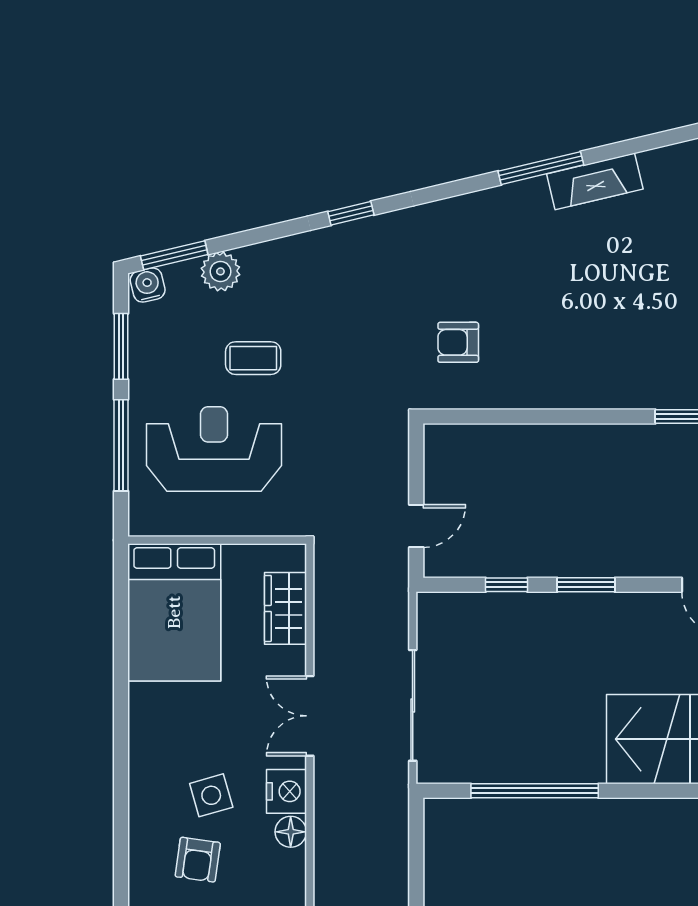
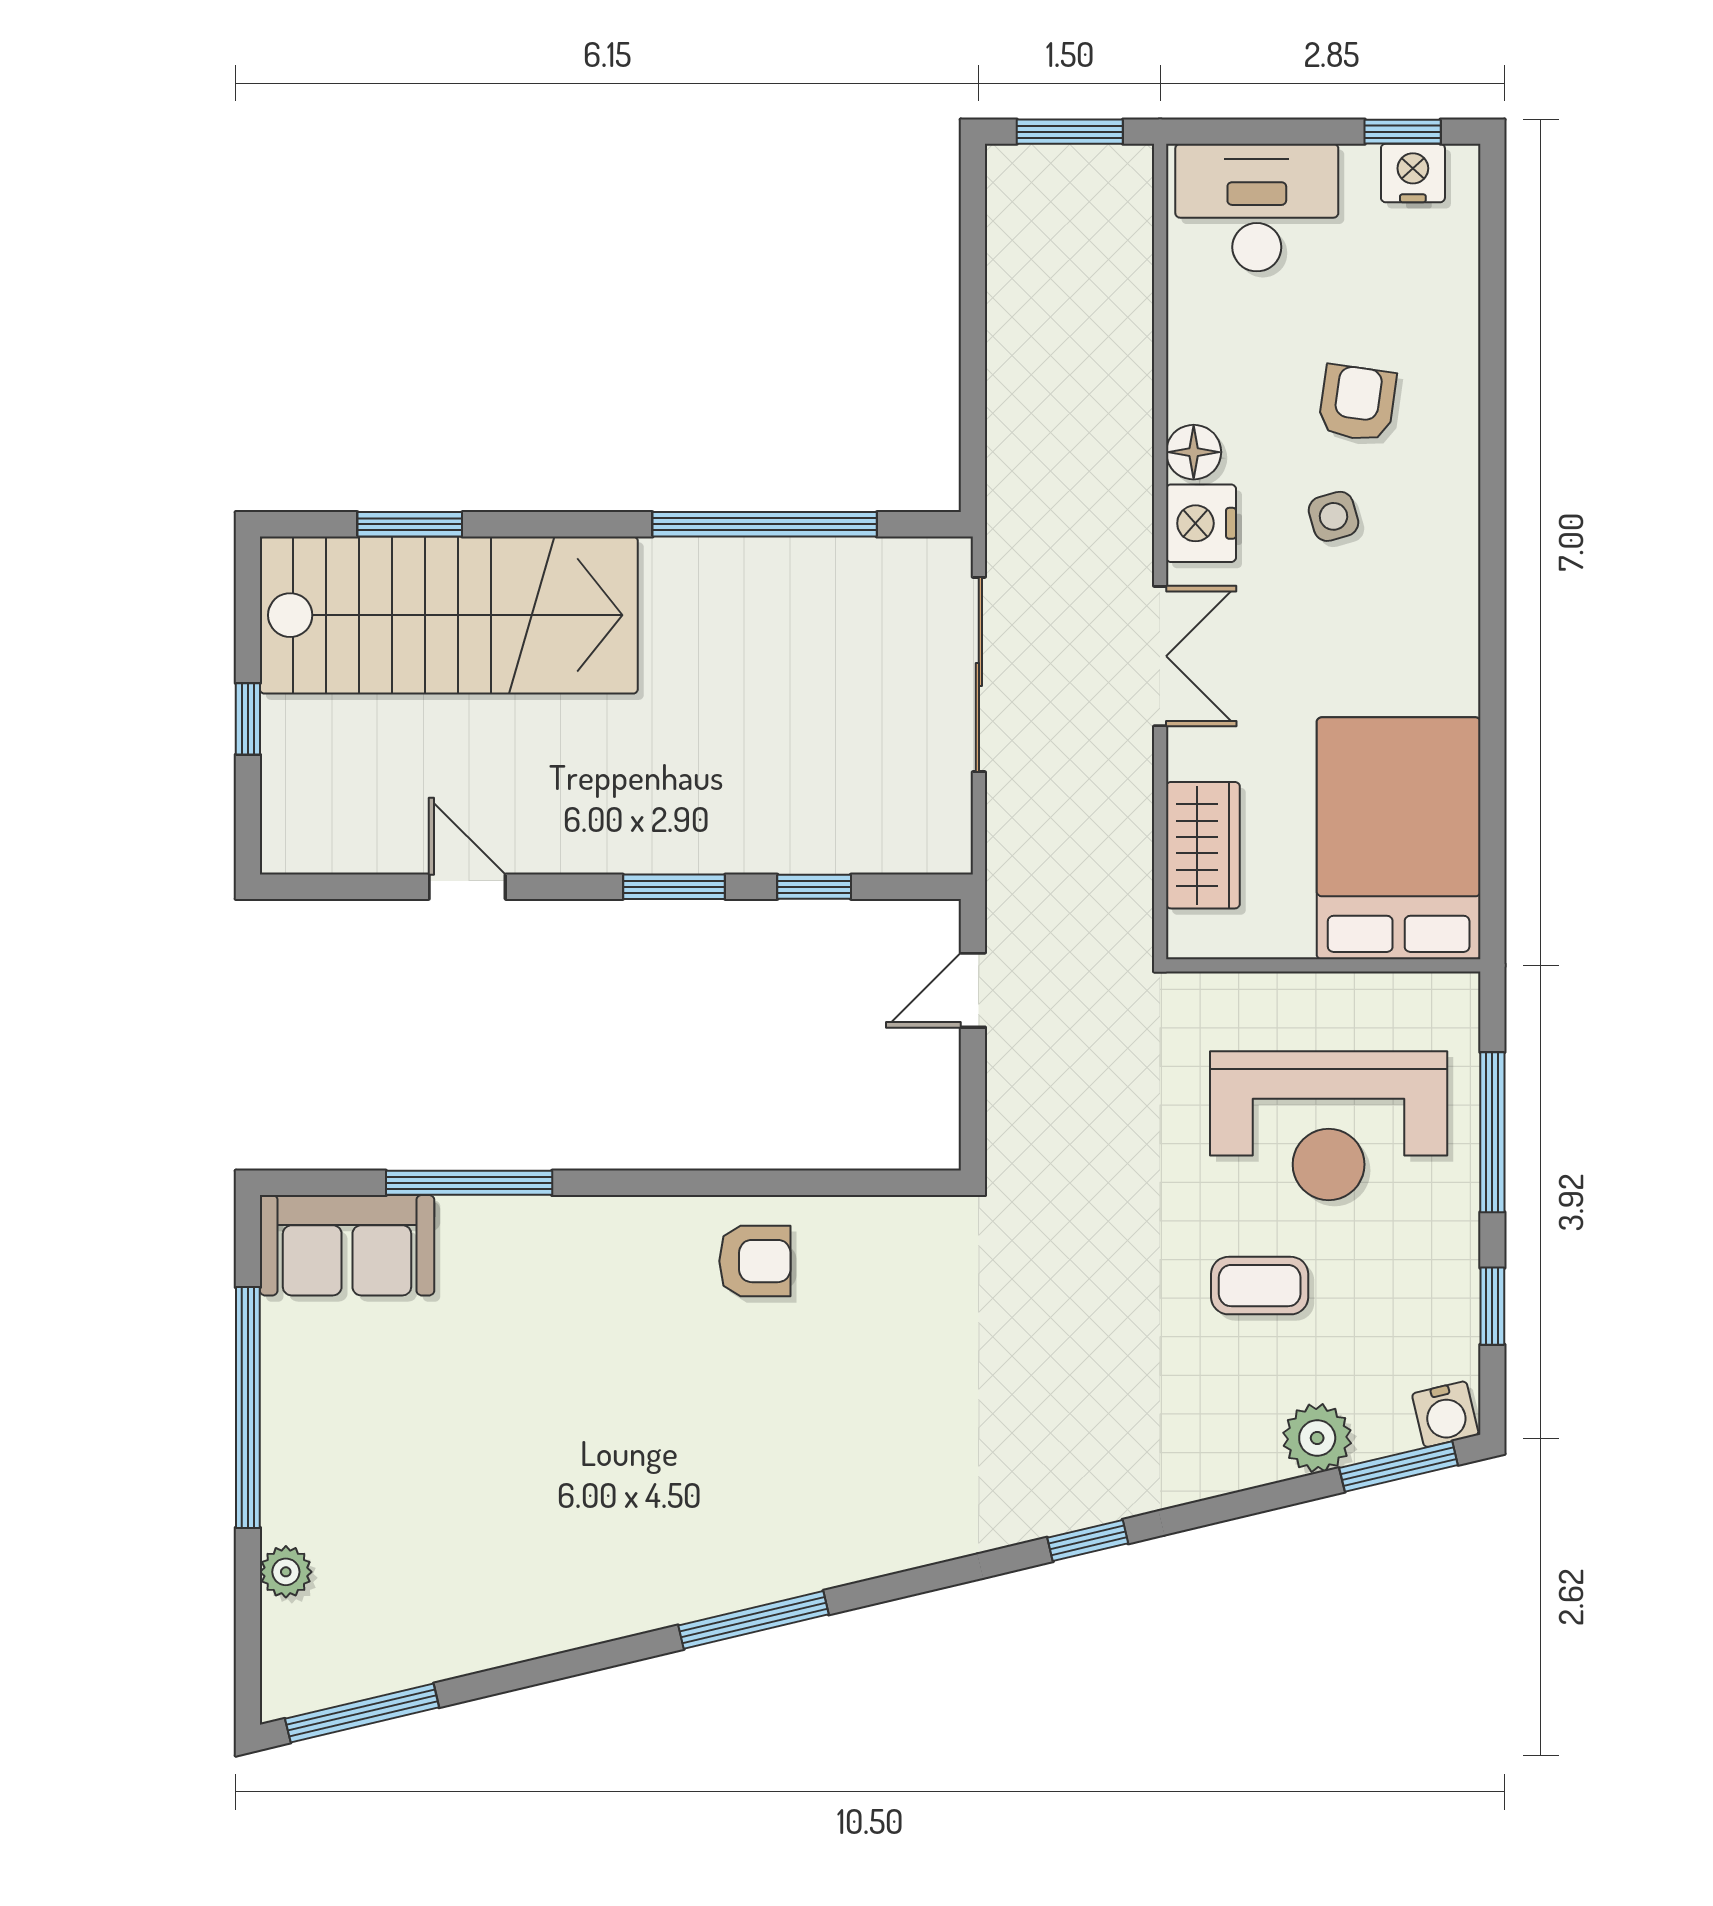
fireplace: (595, 181) -> (659, 1596), removed
armchair: (458, 342) -> (755, 1261), moved
window: (121, 346) -> (1492, 1306), width x0.67
side table: (211, 795) -> (1334, 516), width x0.73, depth x0.73

